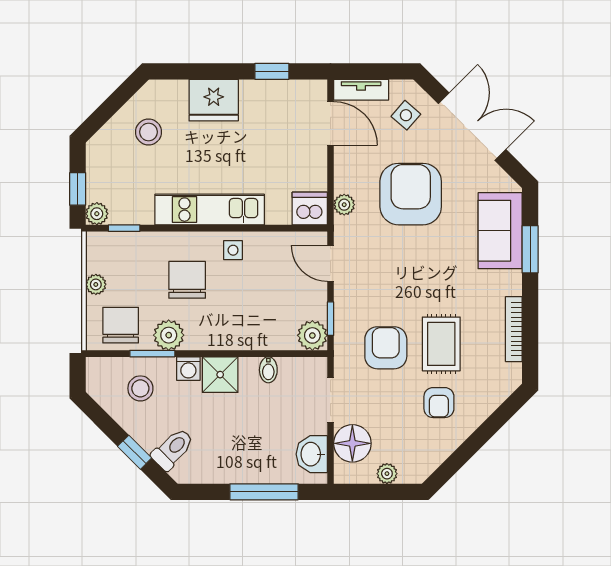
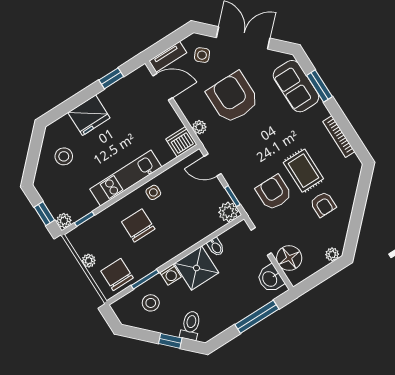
plant: (169, 335) -> (148, 263), removed
shower: (220, 375) -> (196, 268), width x1.36, depth x1.36
plant: (387, 474) -> (332, 254), moved

